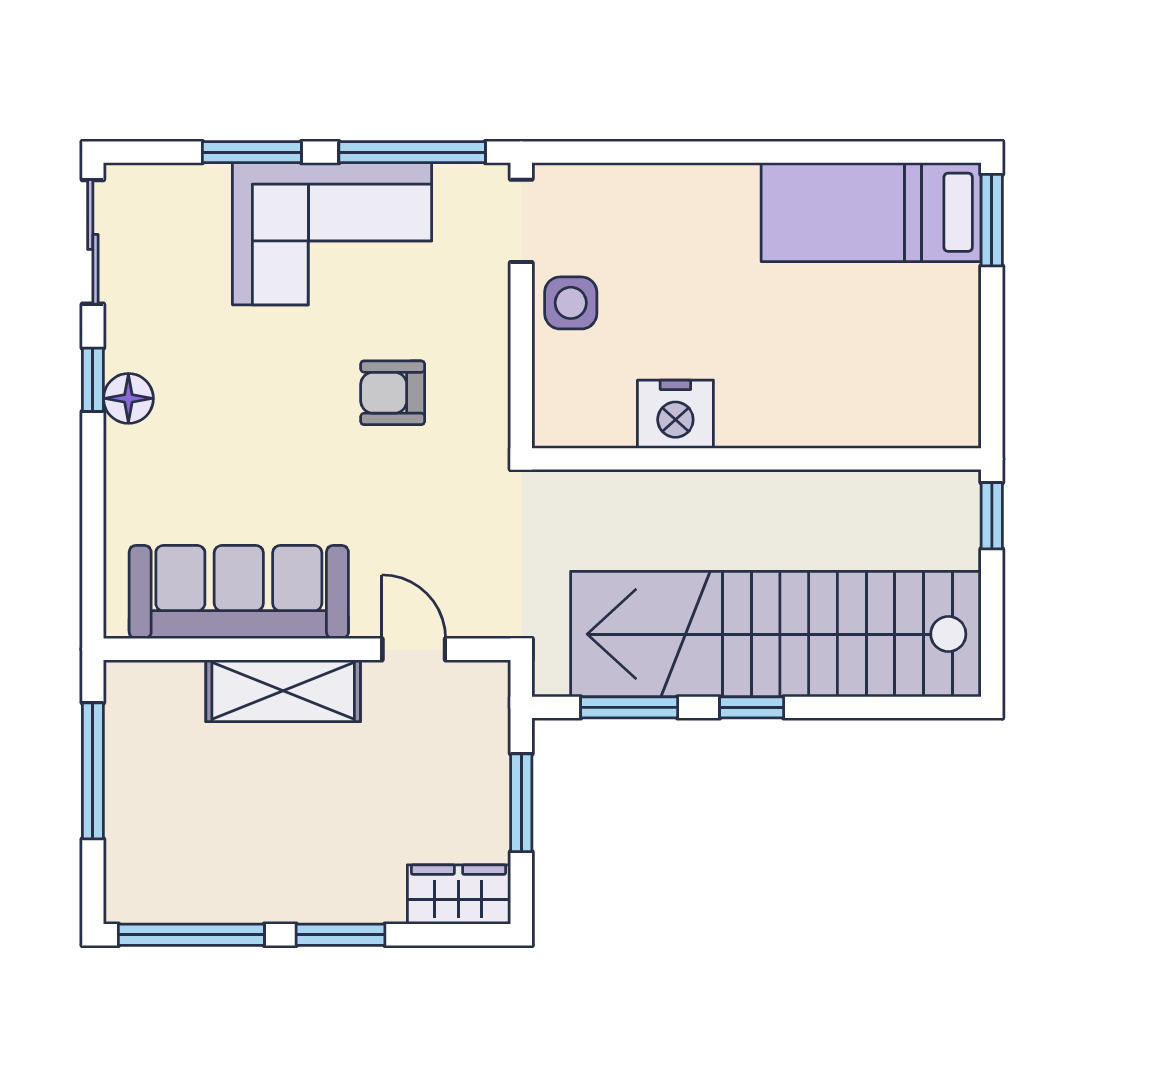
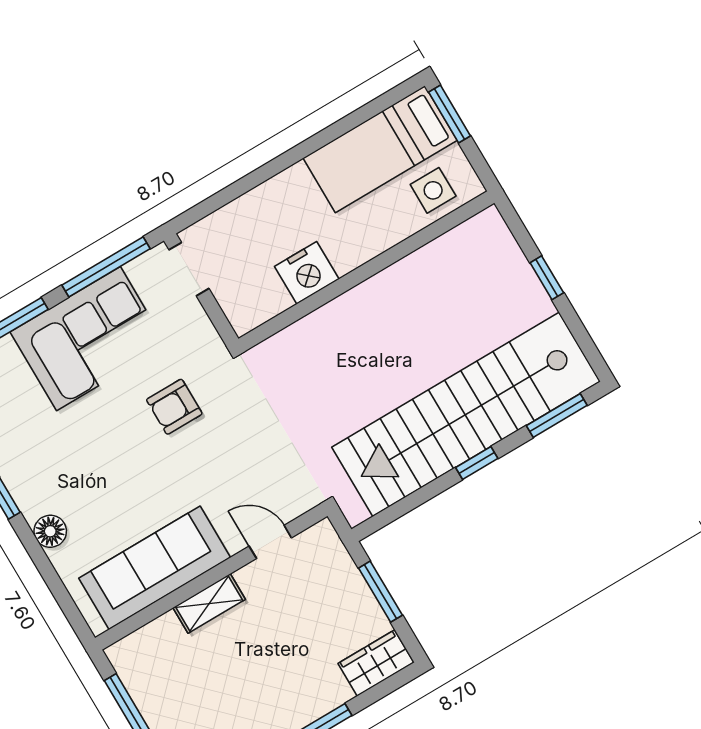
side table: (571, 303) -> (433, 190), moved
floor lamp: (128, 398) -> (50, 531), moved
nightstand: (675, 414) -> (307, 273), moved
wall: (756, 459) -> (366, 271), moved
shelving: (283, 691) -> (209, 604), width x0.67, depth x0.75
window: (629, 707) -> (557, 415), moved

